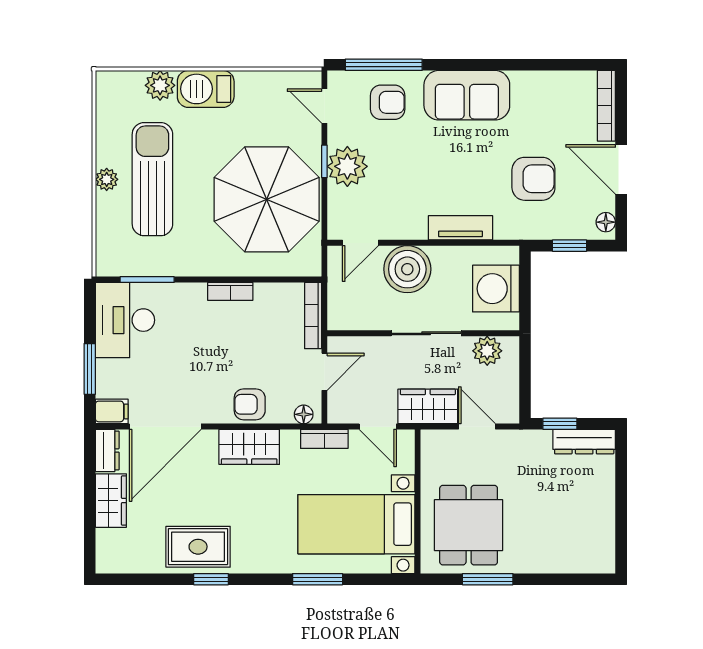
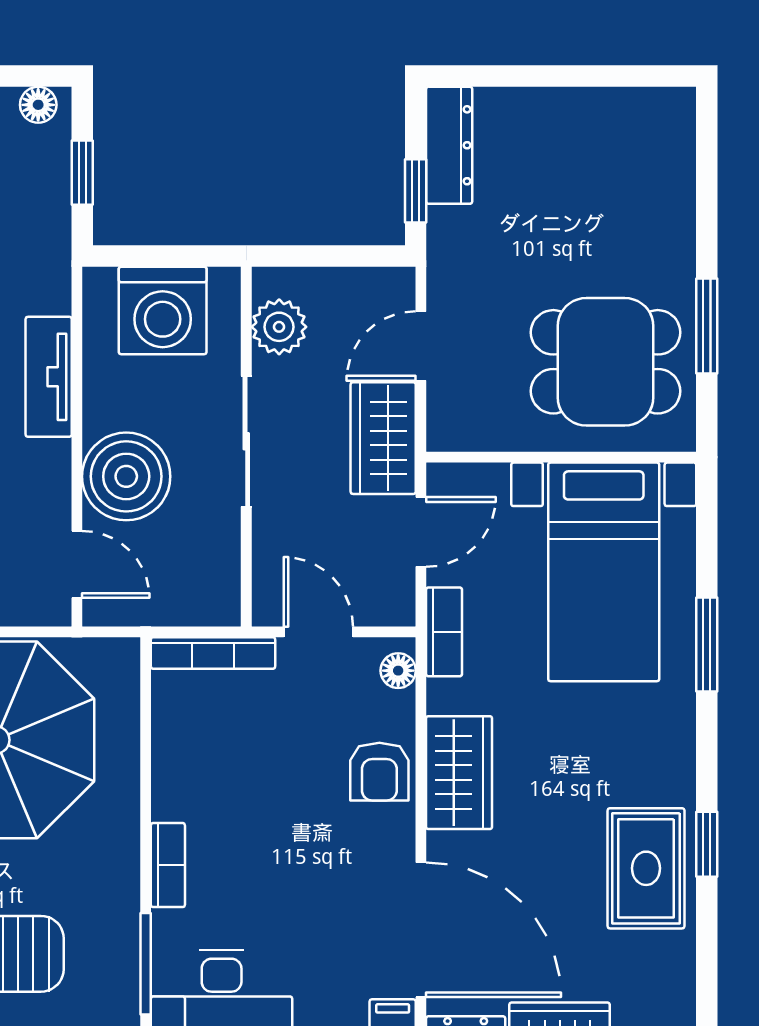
bookcase: (230, 291) -> (168, 865), moved

